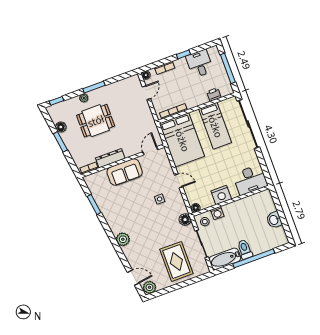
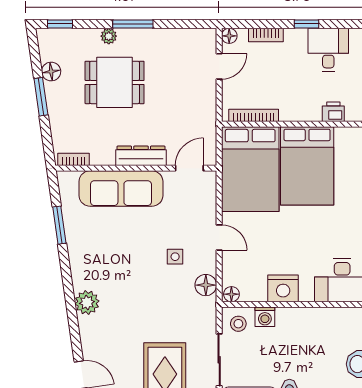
bed: (215, 126) -> (307, 166), width x1.50
dresser: (110, 158) -> (141, 156), moved
sofa: (125, 172) -> (121, 188), width x1.36
floor lamp: (185, 220) -> (206, 285), moved

